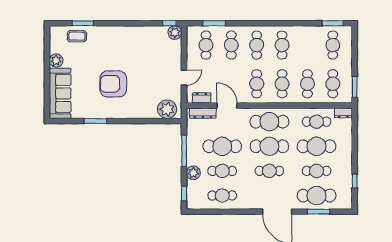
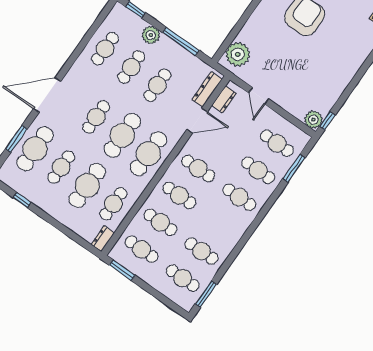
cafe table: (282, 45) -> (202, 251), moved
cafe table: (222, 146) -> (157, 85), width x0.73, depth x0.74

